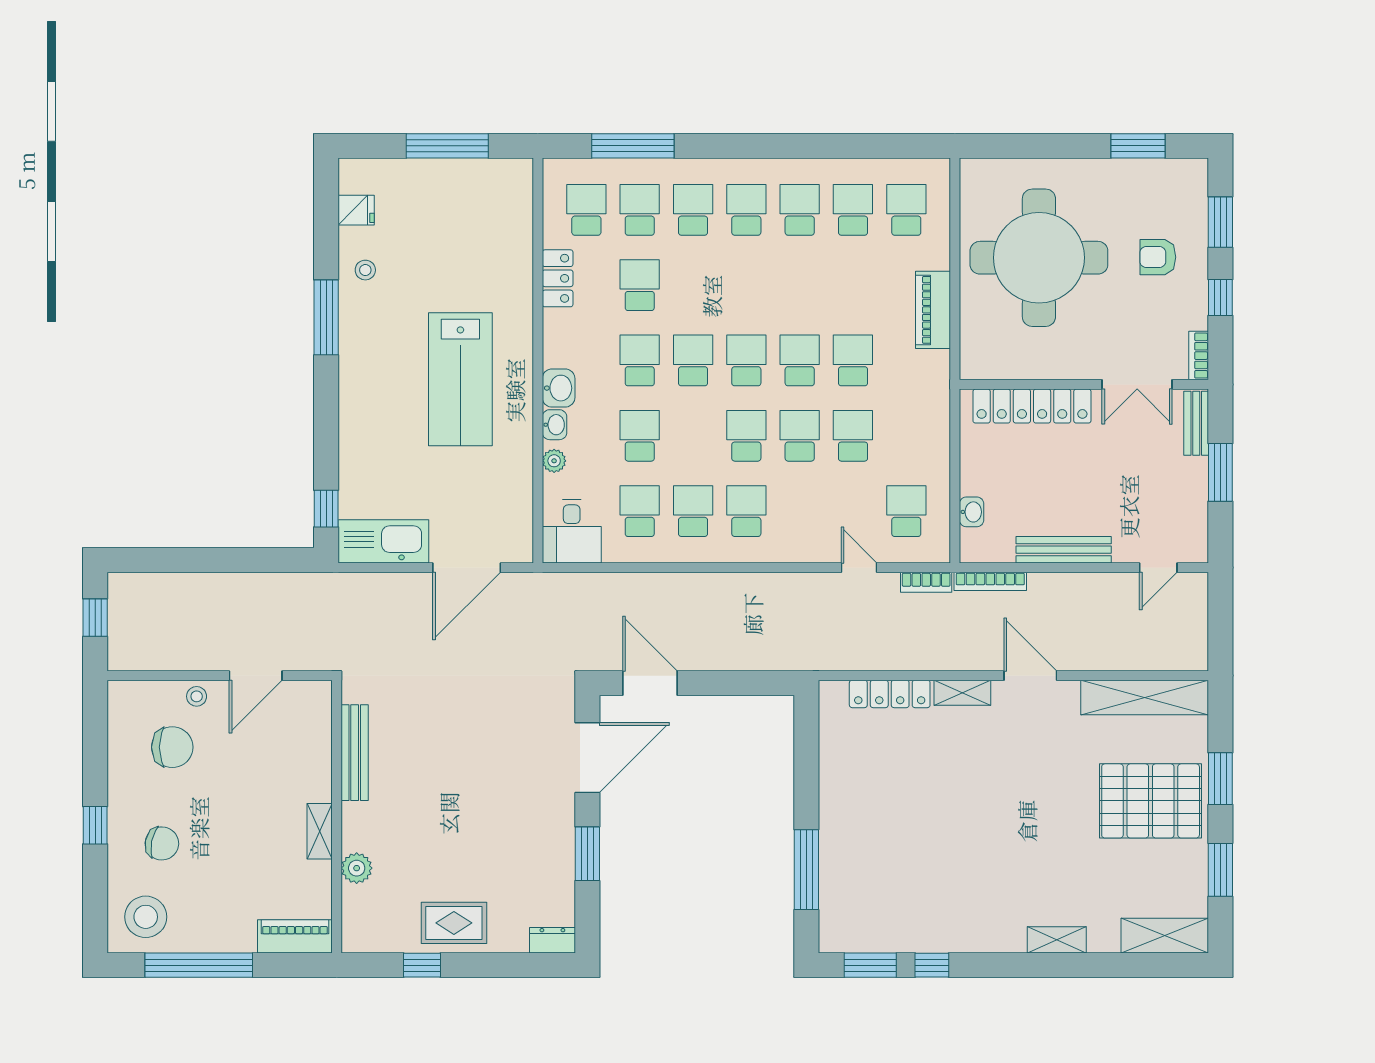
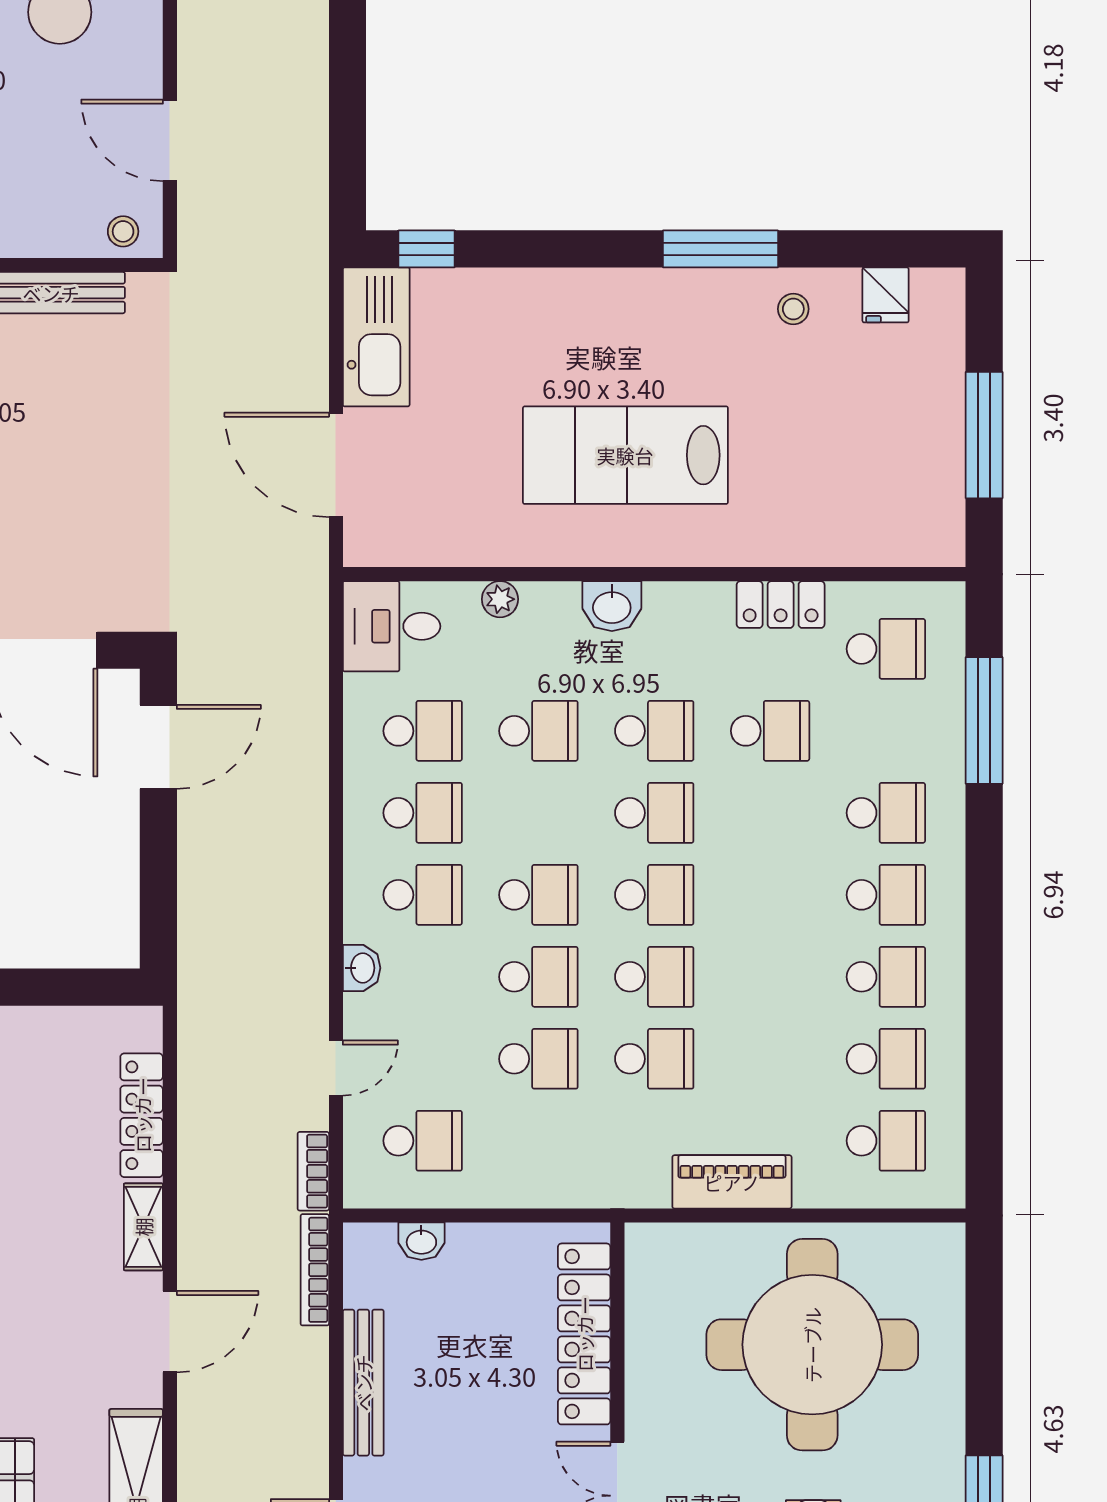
school desk: (640, 210) -> (886, 731), removed
washbasin: (554, 425) -> (362, 968), moved, turned -90
stool: (197, 696) -> (123, 231), moved

